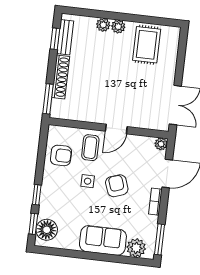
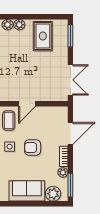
window: (182, 49) -> (70, 36), added
plant: (161, 144) -> (63, 172), moved
armchair: (117, 186) -> (33, 148), turned -70

